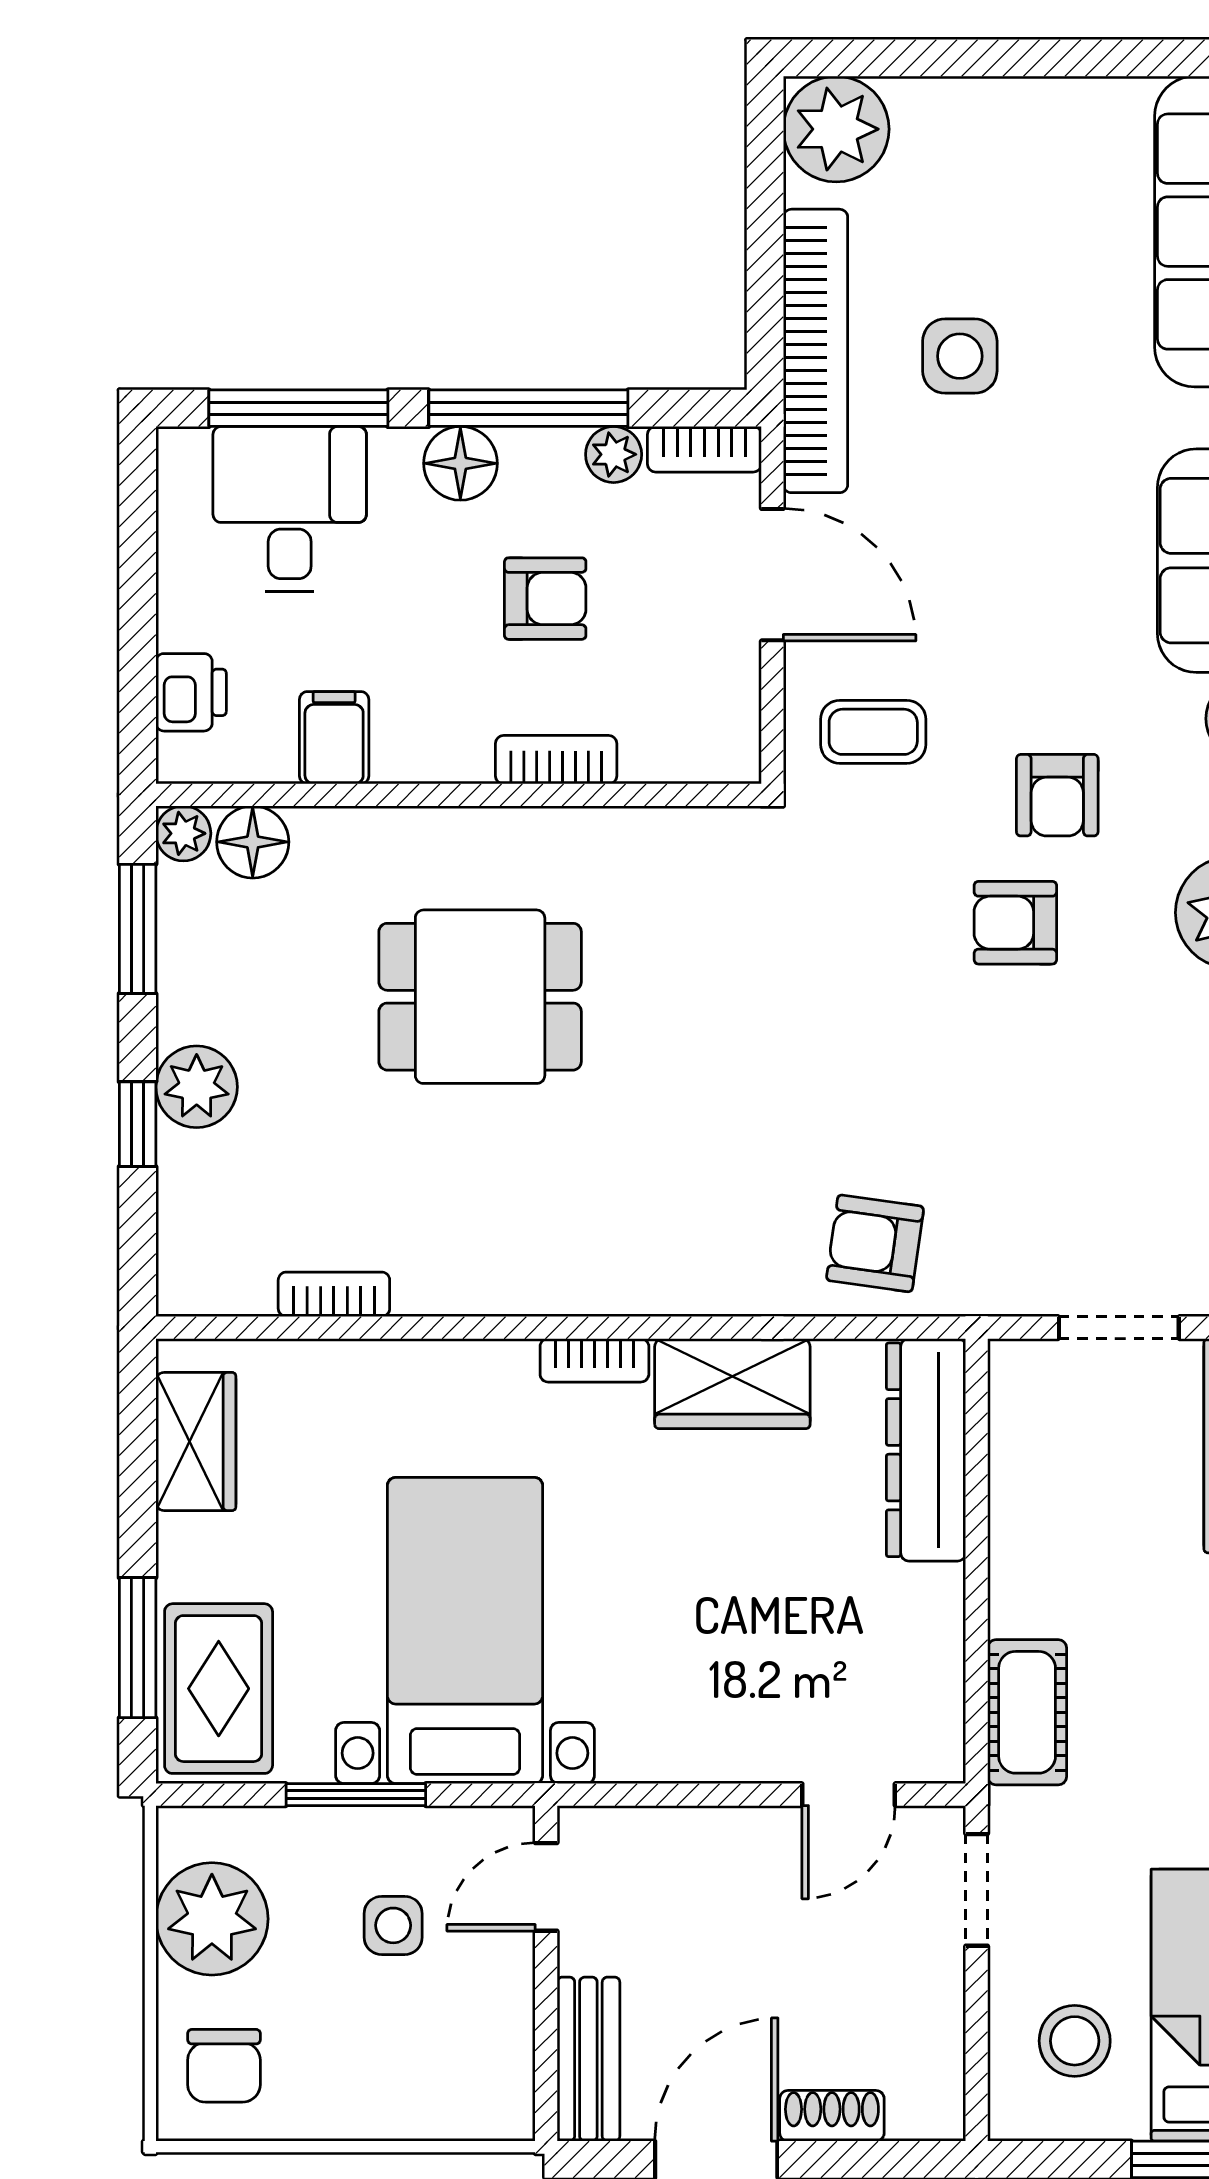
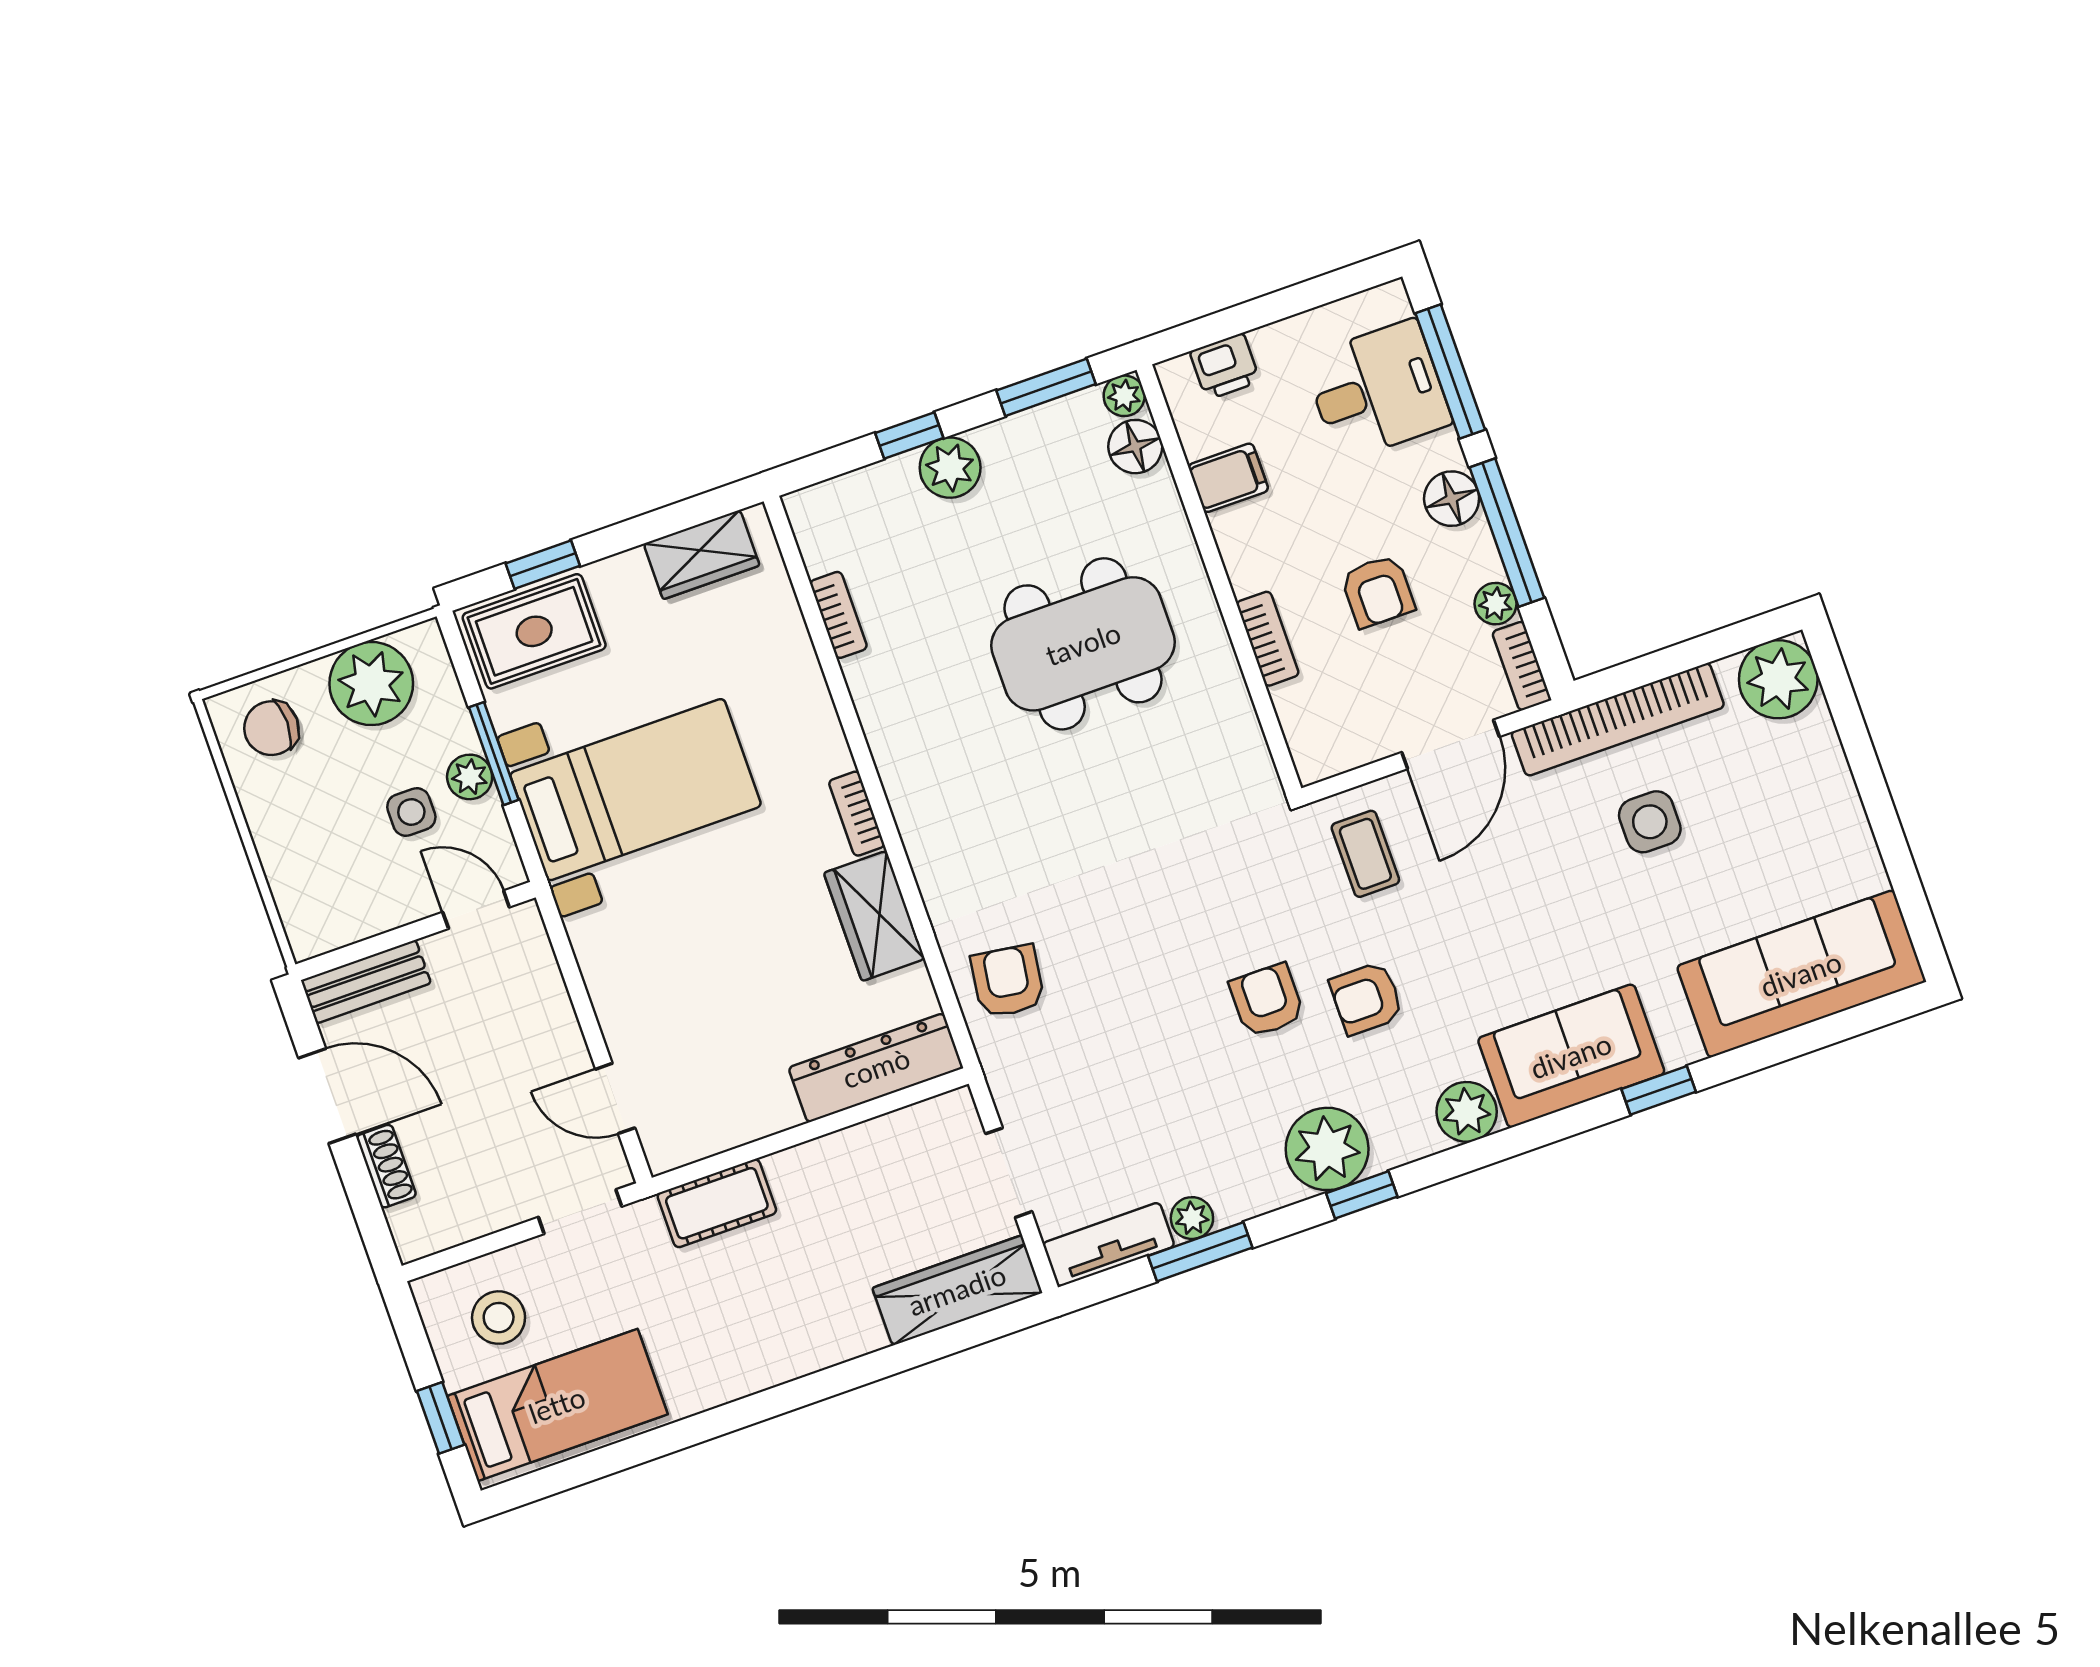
dining table: (480, 997) -> (1083, 644), width x1.38
window: (138, 1648) -> (543, 565), width x0.67
plant: (375, 1836) -> (470, 777), added

